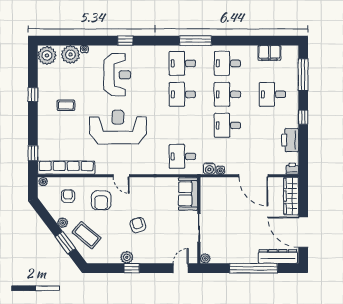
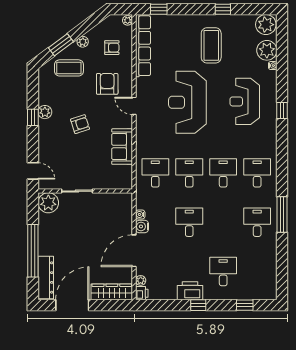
window: (195, 41) -> (282, 214), moved
filing cabinet: (269, 53) -> (269, 268), removed
reception desk: (117, 75) -> (245, 101), turned 90
window: (303, 75) -> (245, 305), width x0.46
desk: (227, 94) -> (189, 173), moved
coffee table: (66, 105) -> (211, 45), width x1.86, depth x1.72
reception desk: (118, 127) -> (187, 102), turned 180
printer: (290, 140) -> (190, 291), moved
water cooler: (209, 169) -> (142, 226), moved
plant: (281, 170) -> (141, 280), added
door: (121, 176) -> (134, 106), hinge flipped
sofa: (188, 194) -> (122, 147), moved, turned -90
armchair: (101, 200) -> (107, 84), turned 90
coffee table: (87, 235) -> (69, 68), turned 50
plant: (205, 258) -> (48, 203), width x1.87, depth x1.87

